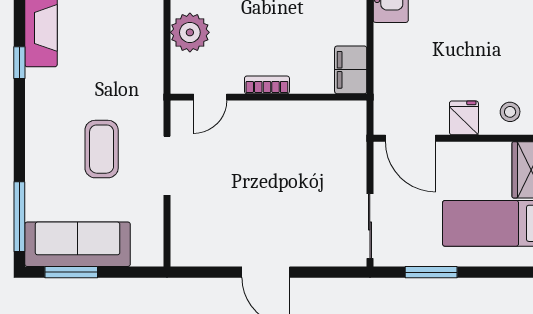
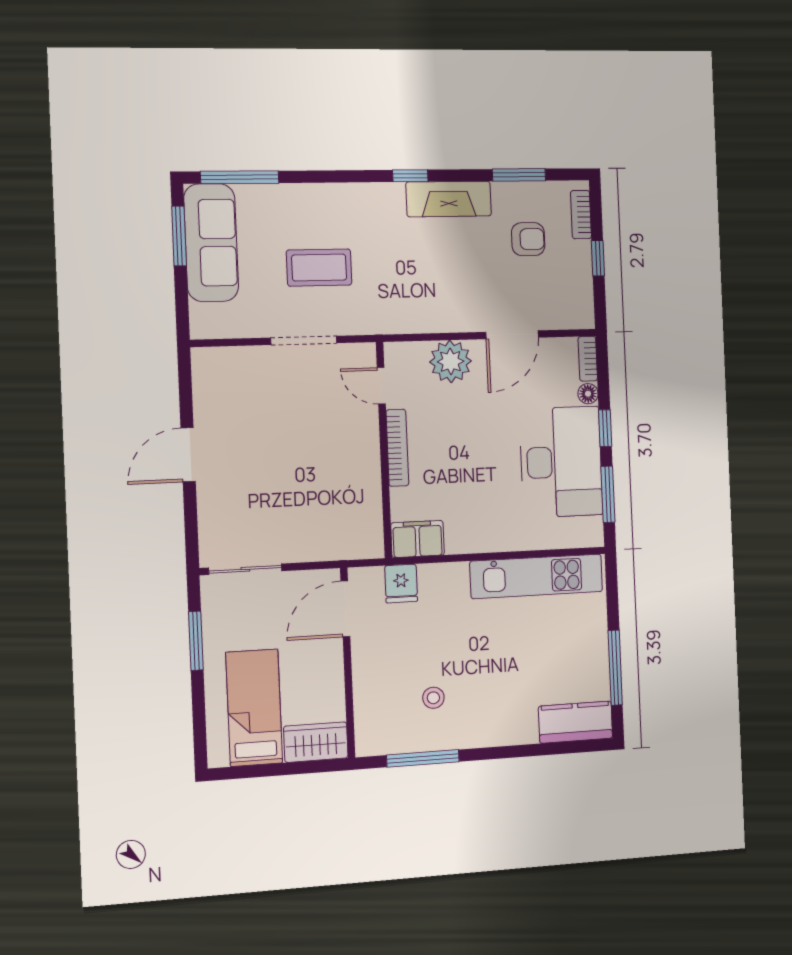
bookcase: (267, 85) -> (397, 448), width x1.56
stool: (510, 112) -> (433, 698), moved
fridge: (464, 118) -> (401, 583), moved, turned 90

